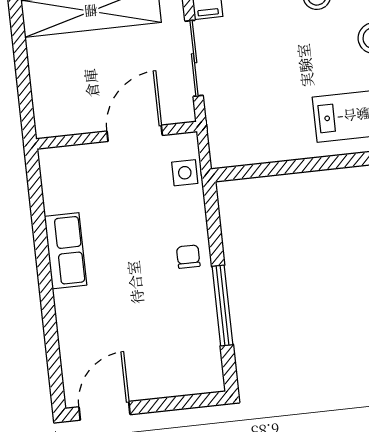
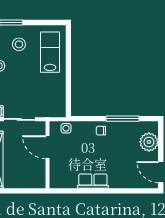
plant: (174, 375) -> (149, 142), added

